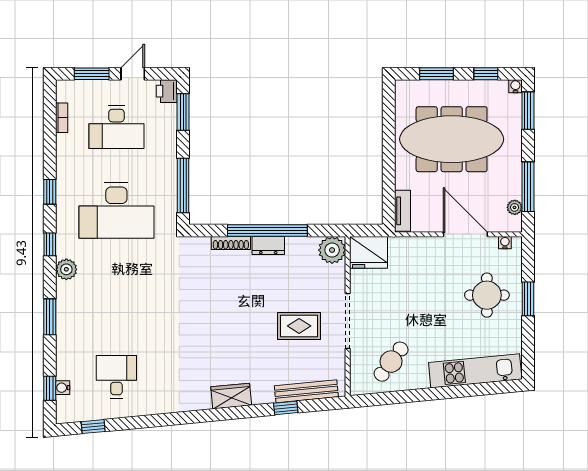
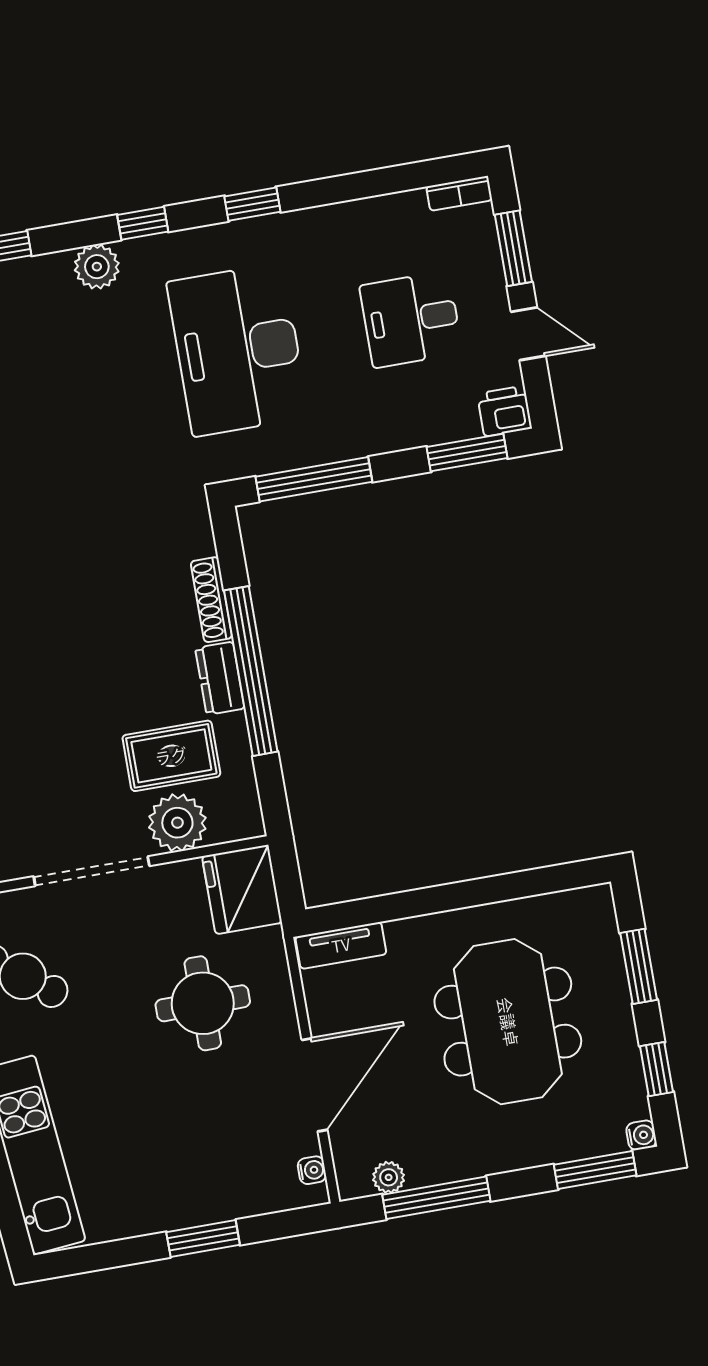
bookcase: (62, 118) -> (459, 193), moved
desk: (116, 127) -> (411, 319), width x0.73
meeting table: (452, 139) -> (508, 1022), width x0.73
plant: (332, 250) -> (177, 823), moved
round table: (487, 295) -> (203, 1003), moved
rug: (299, 326) -> (171, 756), moved, turned 90

